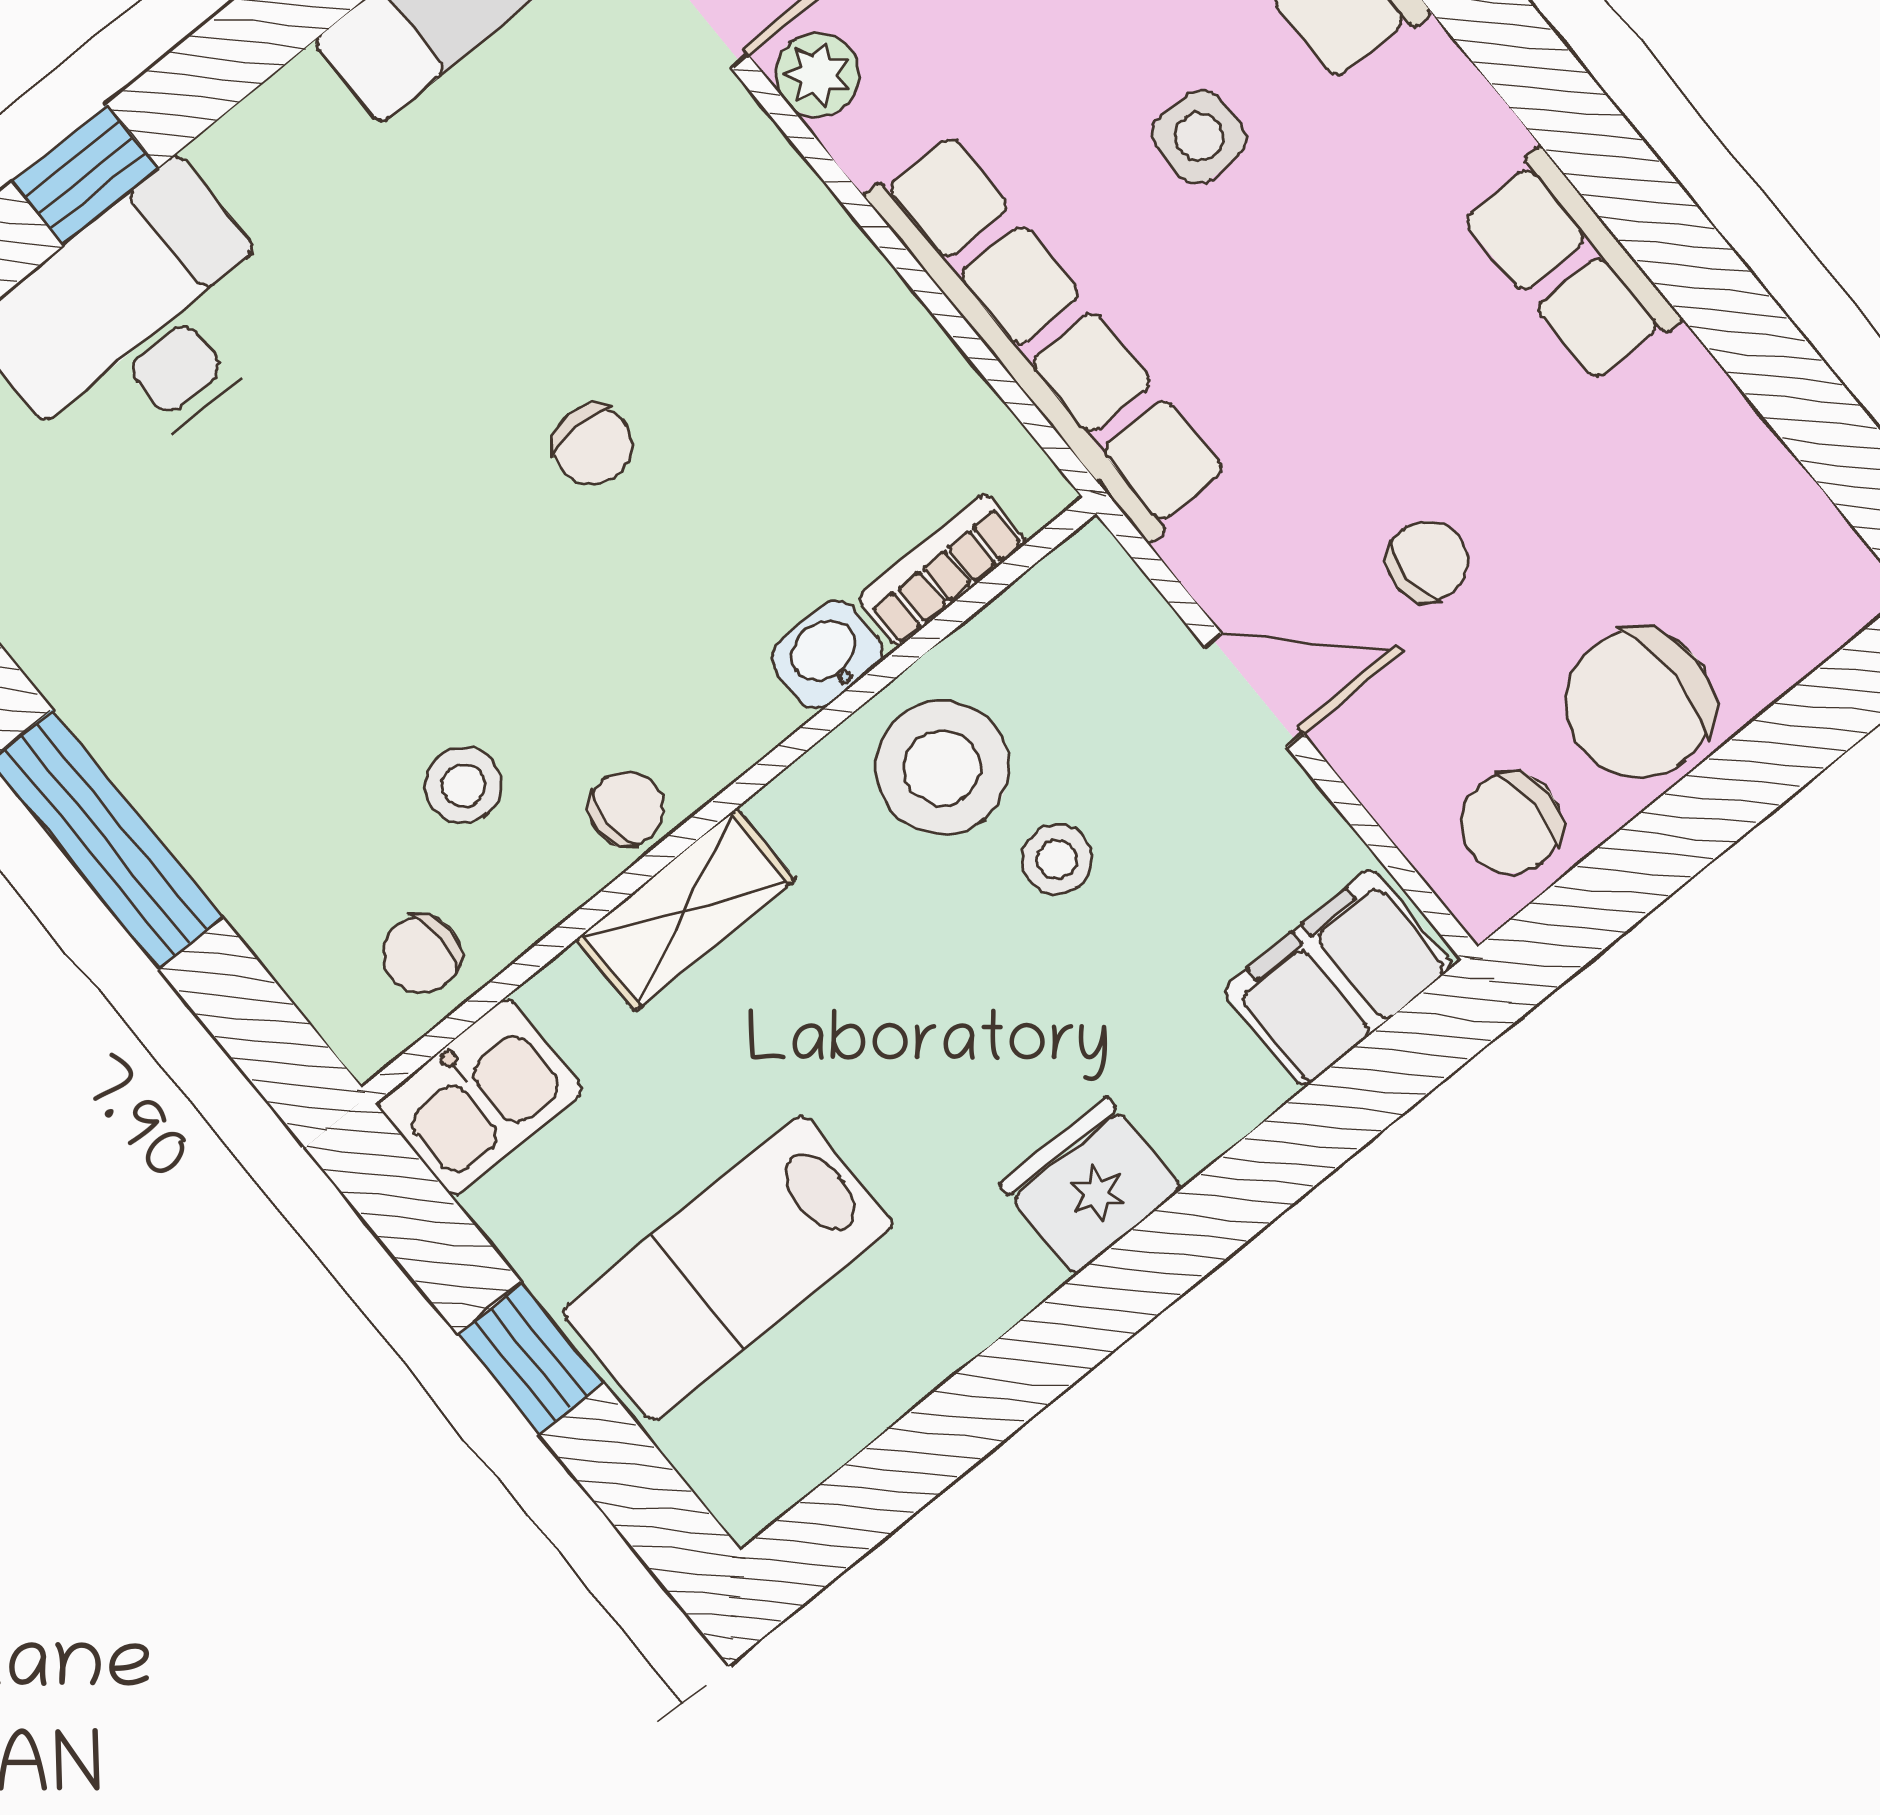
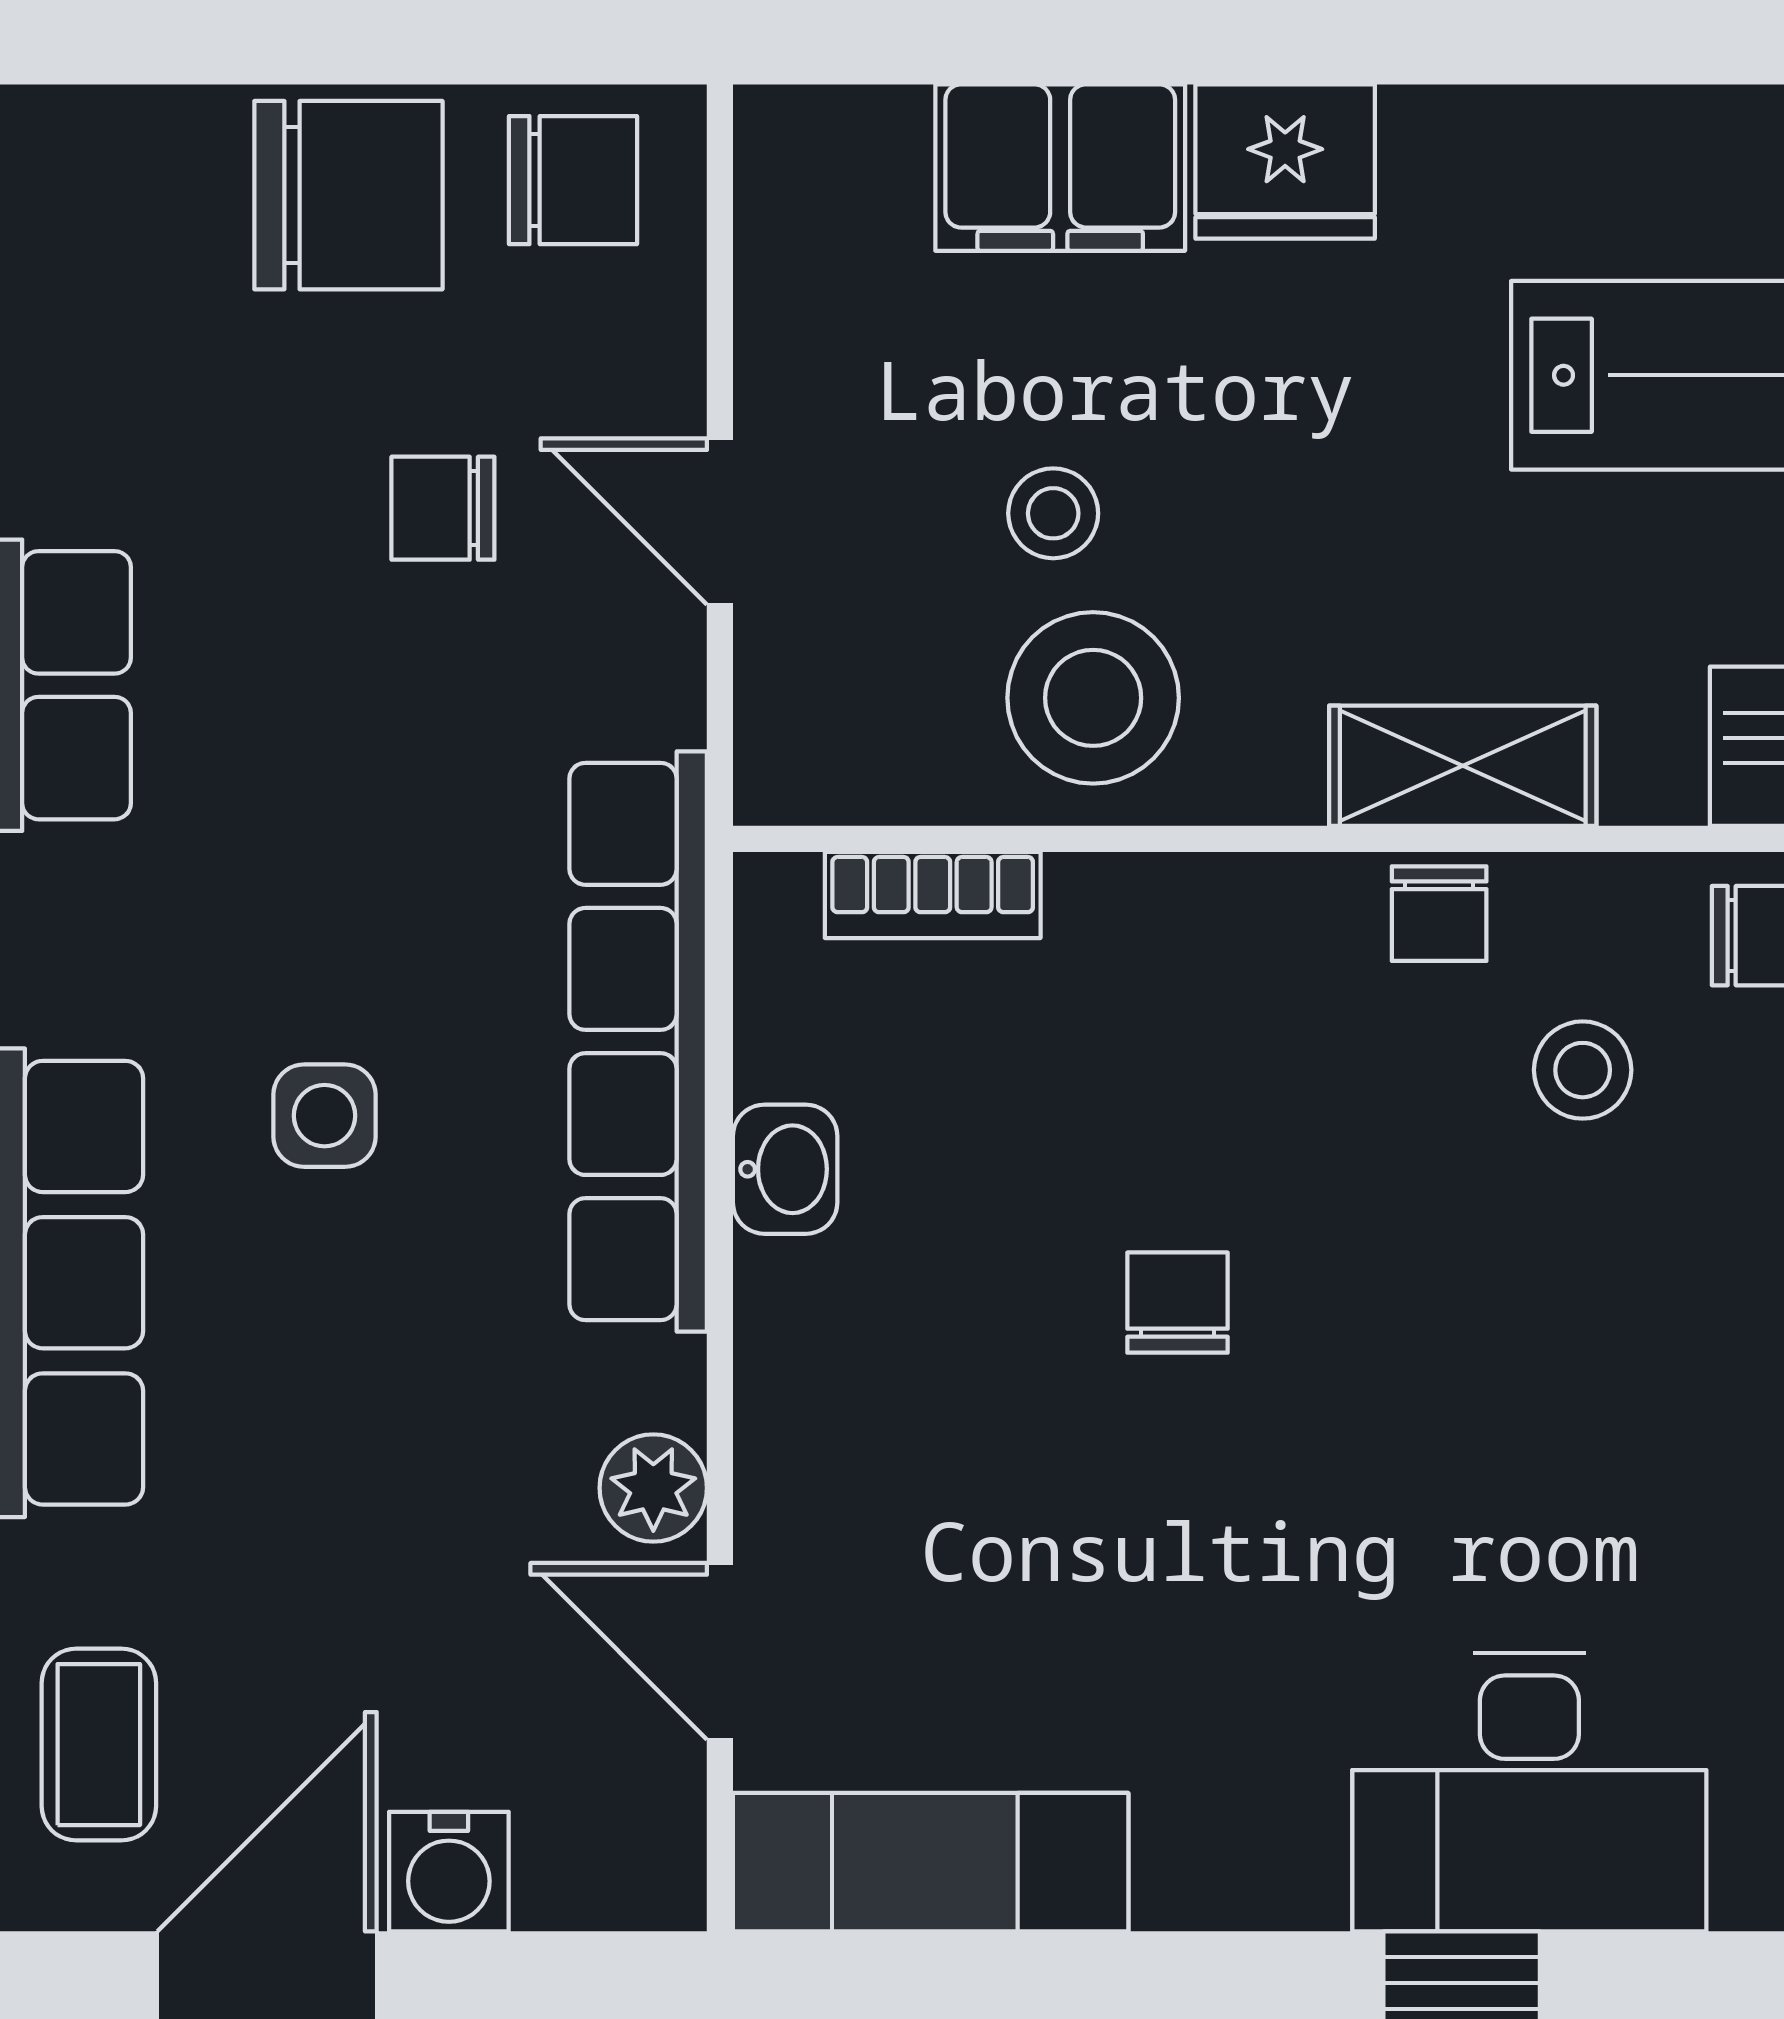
washbasin: (827, 655) -> (785, 1169), moved, turned -90
chair: (627, 808) -> (1439, 914), turned -90
filing cabinet: (1338, 978) -> (1060, 168), moved

